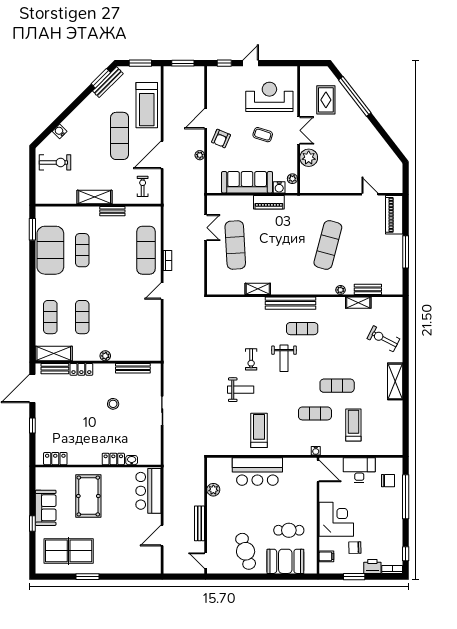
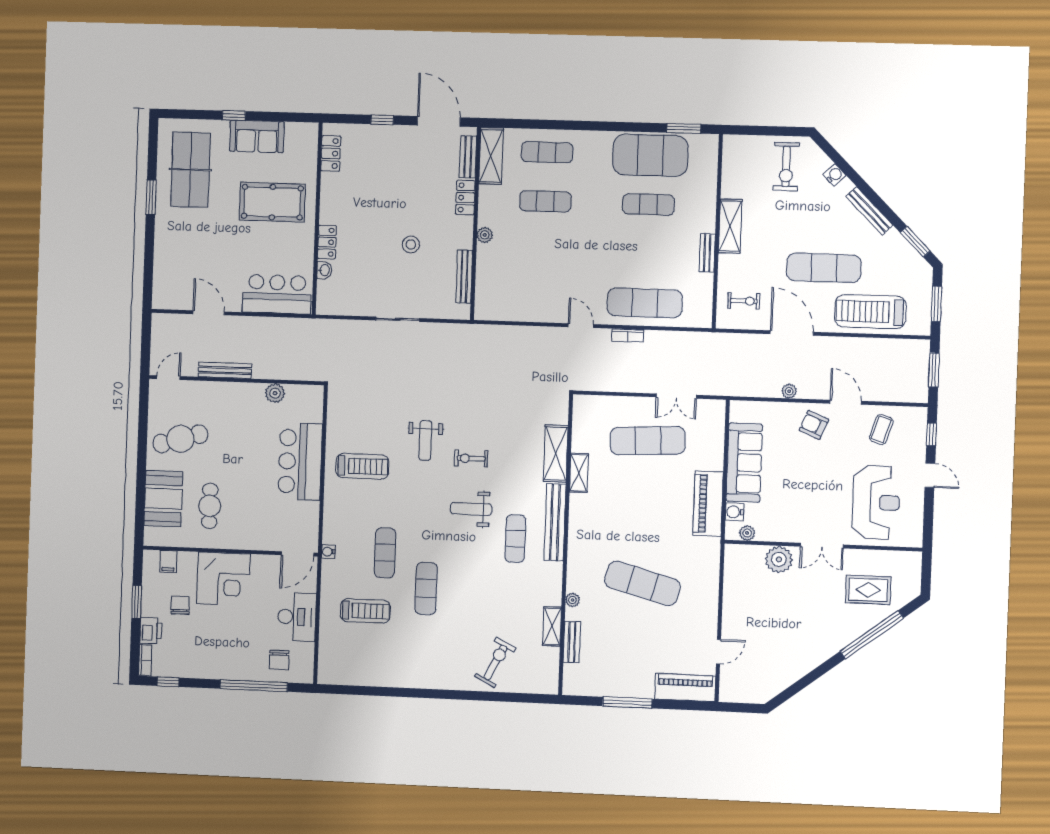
bench: (108, 82) -> (869, 211), moved
coffee table: (263, 135) -> (881, 430), moved
piano: (269, 202) -> (708, 504), width x1.37, depth x1.33
shelving: (395, 381) -> (556, 453), moved, turned 90

